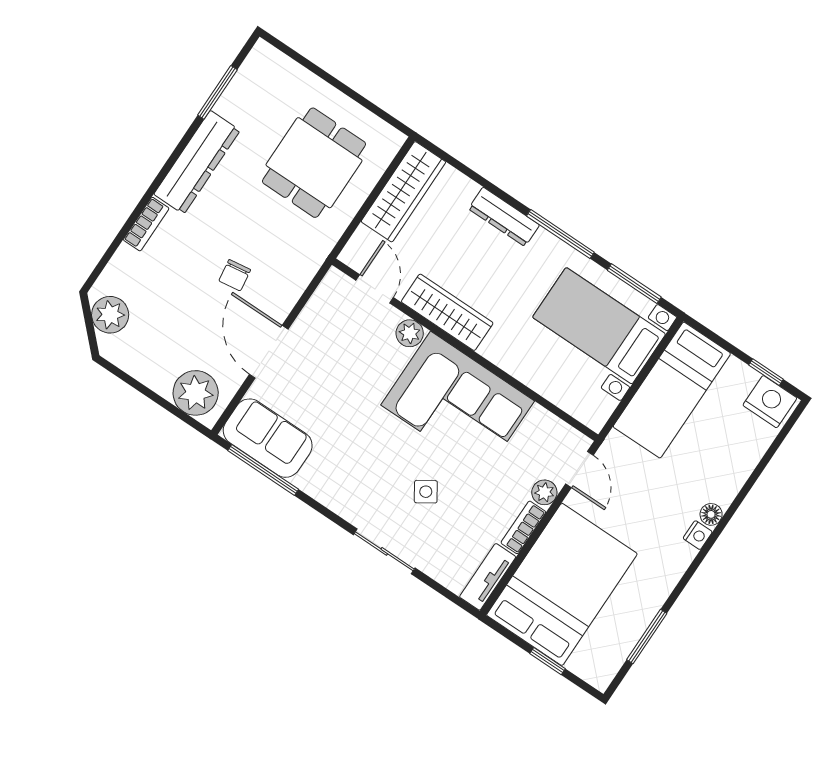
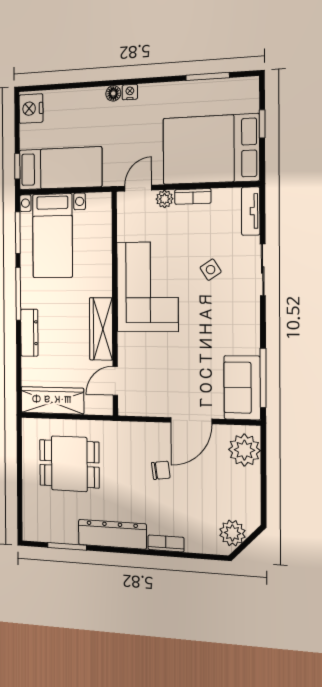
plant: (410, 333) -> (127, 343), removed
window: (766, 372) -> (17, 166), moved
tv unit: (488, 577) -> (251, 211), moved, turned 90

